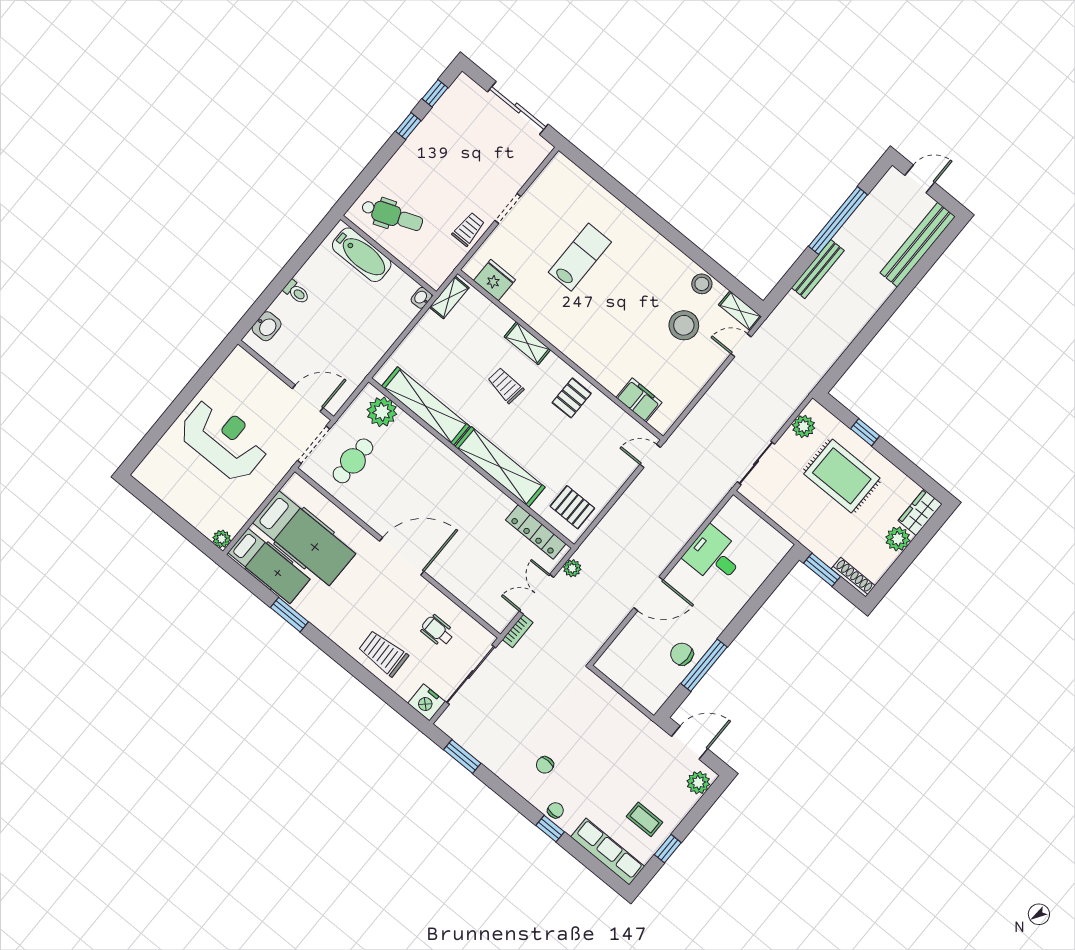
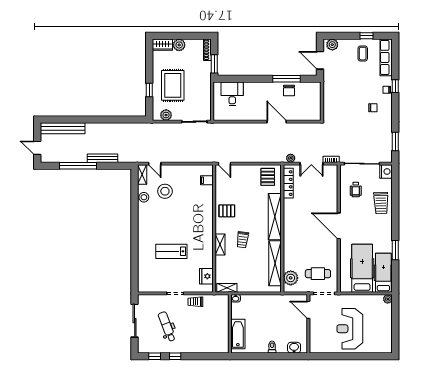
dental chair: (392, 215) -> (167, 327), moved
filing cabinet: (639, 400) -> (207, 180), width x0.50
desk: (714, 556) -> (232, 94), moved, turned 180

